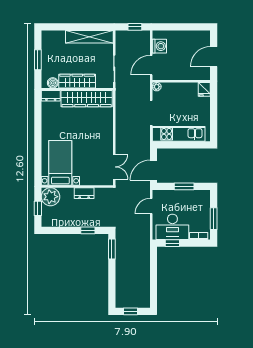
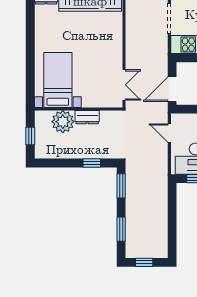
plant: (50, 197) -> (63, 122), moved
door: (151, 206) -> (169, 133), hinge flipped
window: (112, 284) -> (121, 229), added

